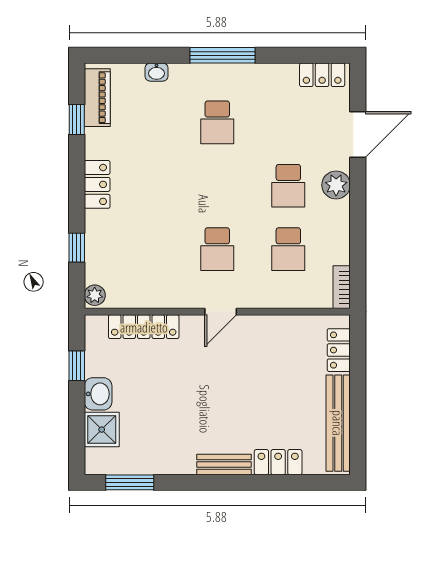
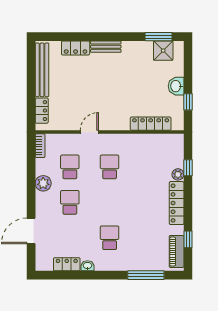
window: (222, 55) -> (146, 275), moved
washbasin: (157, 72) -> (87, 266), moved
locker: (322, 75) -> (67, 264), moved
locker: (97, 184) -> (177, 203), width x1.53
plant: (336, 185) -> (43, 183), moved
plant: (95, 295) -> (178, 174), moved
door: (221, 312) -> (89, 132), moved
shower: (102, 430) -> (163, 51), moved

